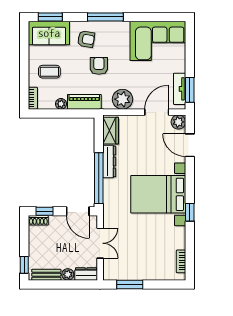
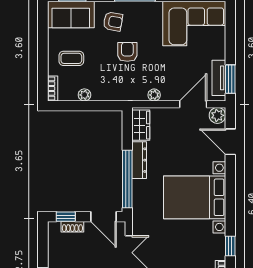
plant: (122, 99) -> (154, 95), width x0.53, depth x0.53
piano: (84, 102) -> (111, 93), removed
window: (190, 212) -> (230, 246), moved
shoe rack: (38, 220) -> (72, 227), moved

